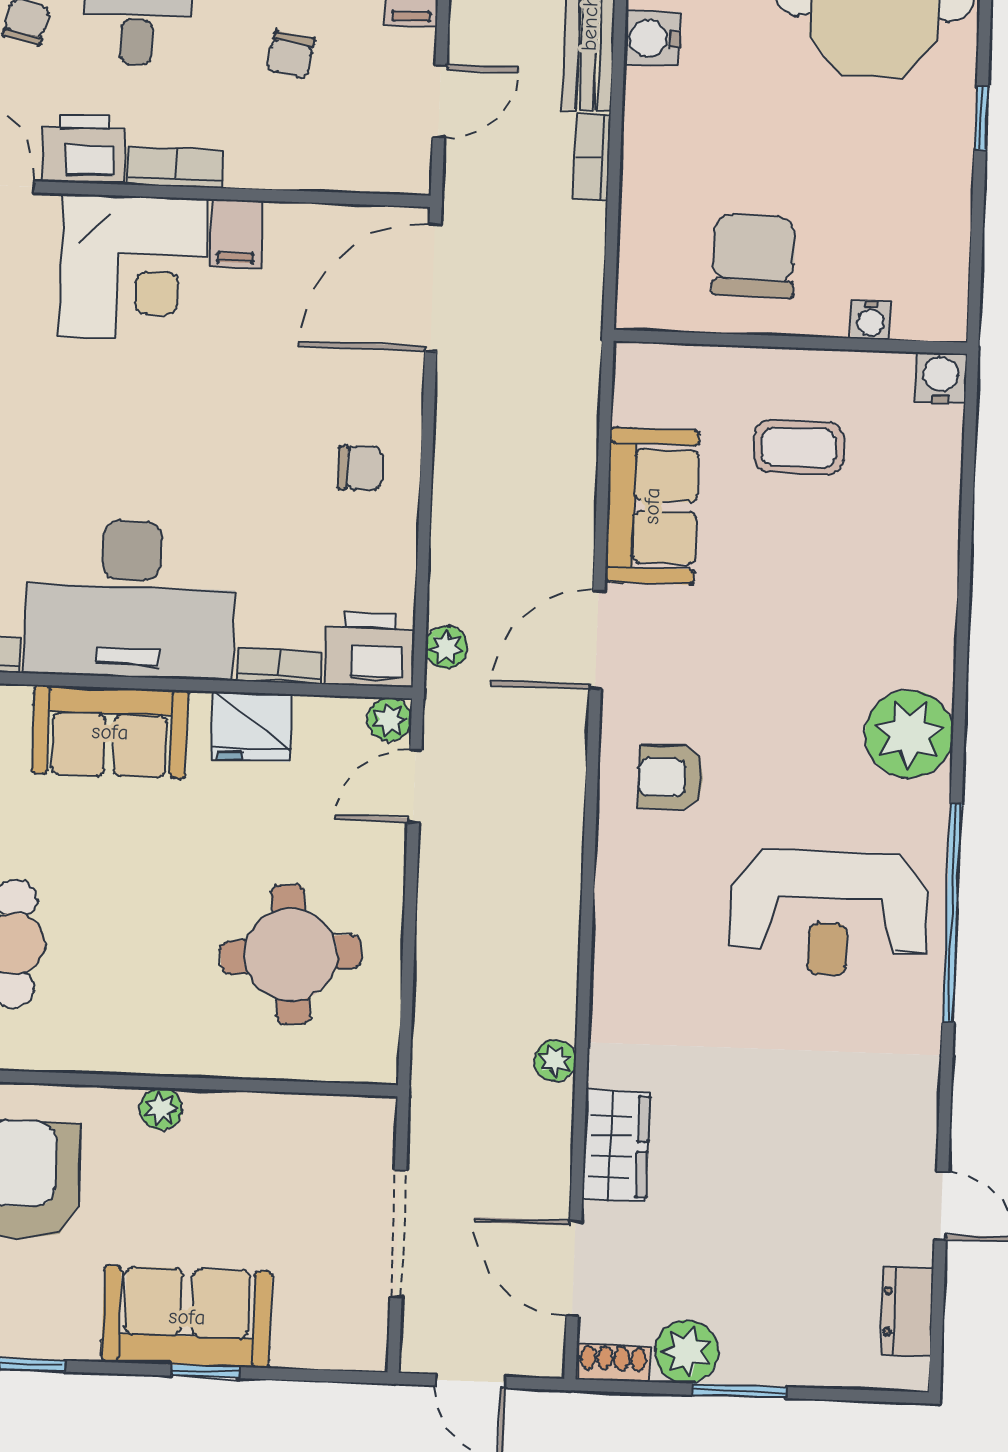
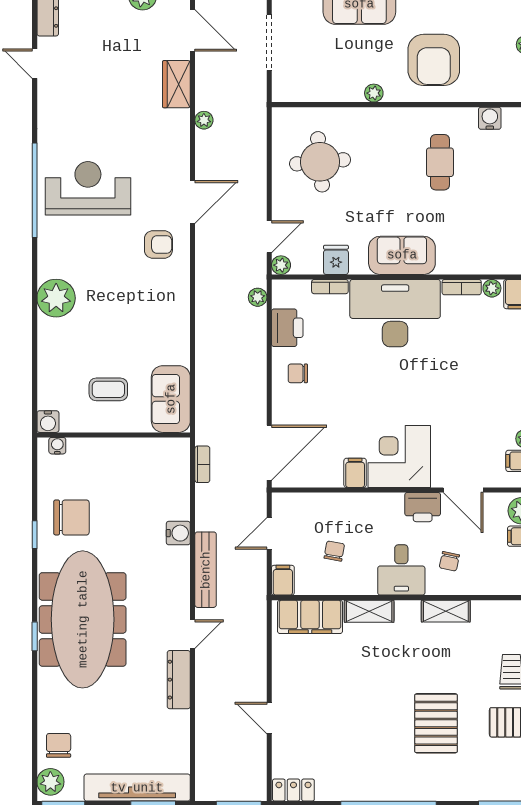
water cooler: (652, 38) -> (178, 533), moved
bookcase: (592, 158) -> (202, 464), moved
bookcase: (175, 168) -> (383, 501), removed
chair: (754, 256) -> (71, 517), moved, turned -90
water cooler: (871, 320) -> (57, 446), moved
sofa: (652, 506) -> (171, 399), moved
door: (597, 640) -> (193, 202), moved
printer: (369, 650) -> (287, 328), moved, turned -90
fridge: (251, 727) -> (336, 260), width x0.72
plant: (909, 734) -> (56, 298), moved

